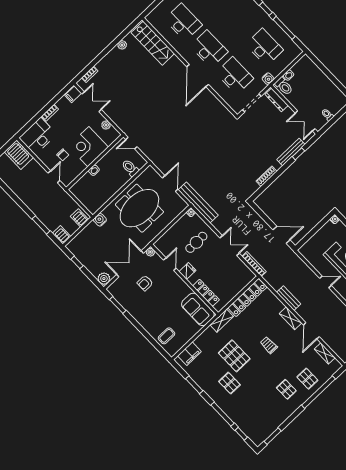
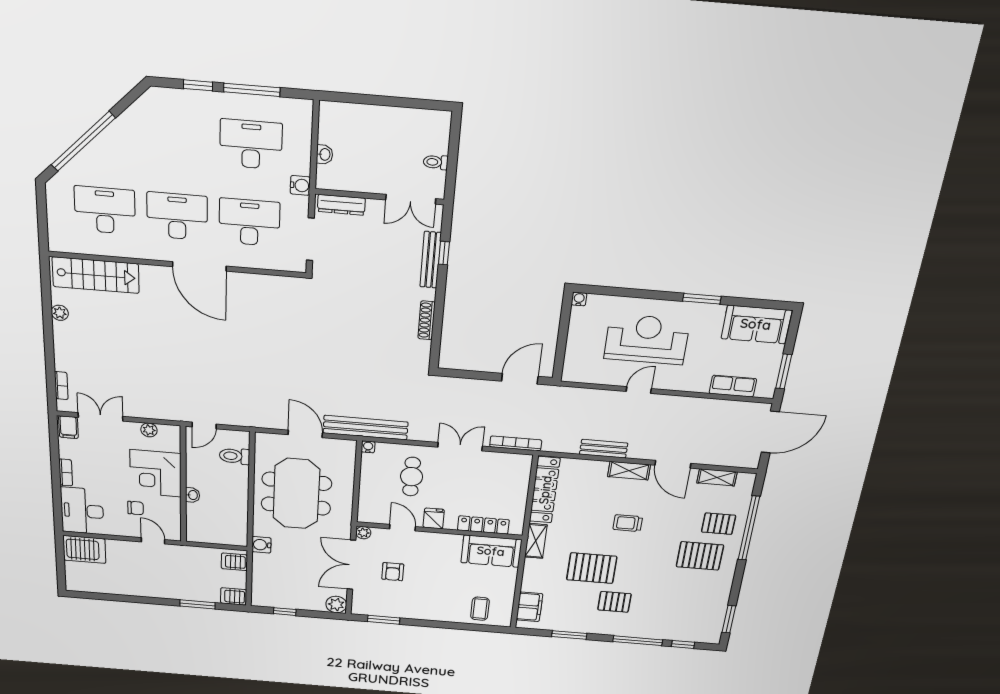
toilet: (284, 86) -> (333, 176), removed
pallet: (286, 389) -> (700, 556), width x1.50, depth x1.42

